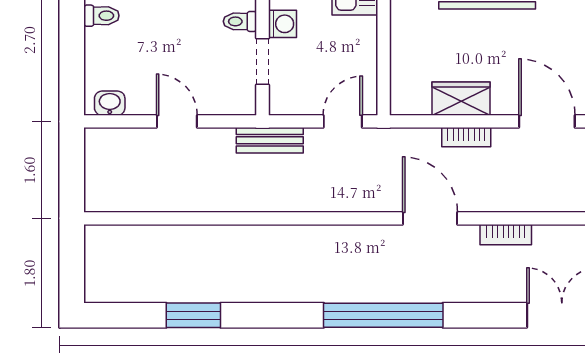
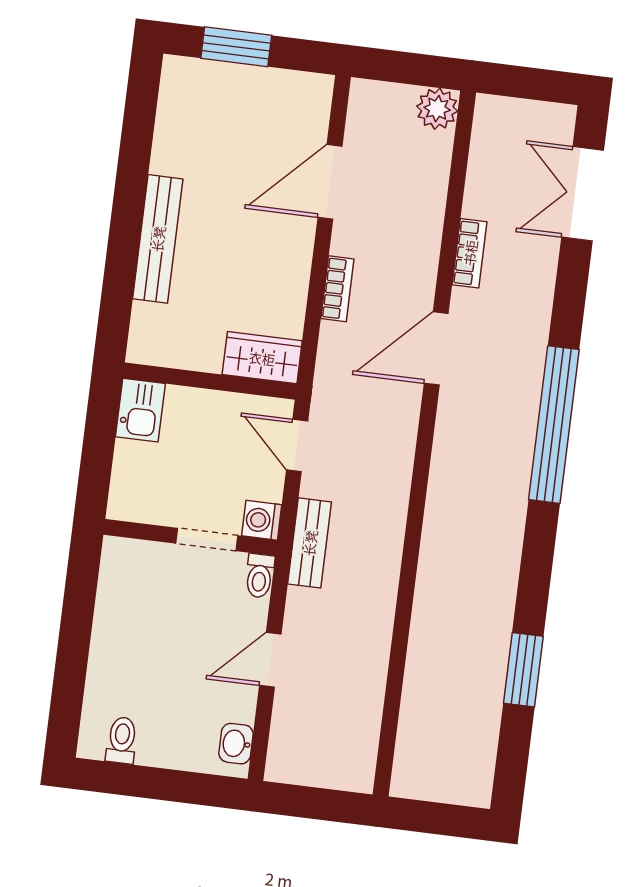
toilet: (240, 21) -> (260, 576), moved
washing machine: (282, 24) -> (262, 520), moved, turned -90
wardrobe: (461, 99) -> (262, 358), moved, turned 90

